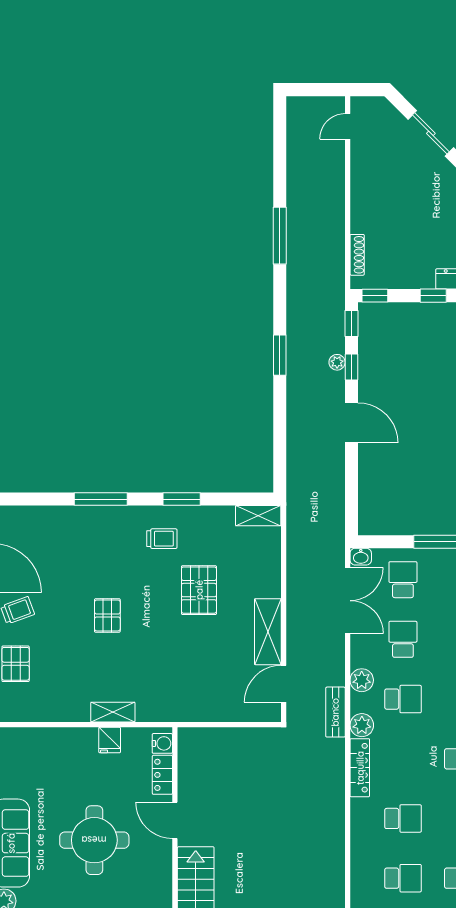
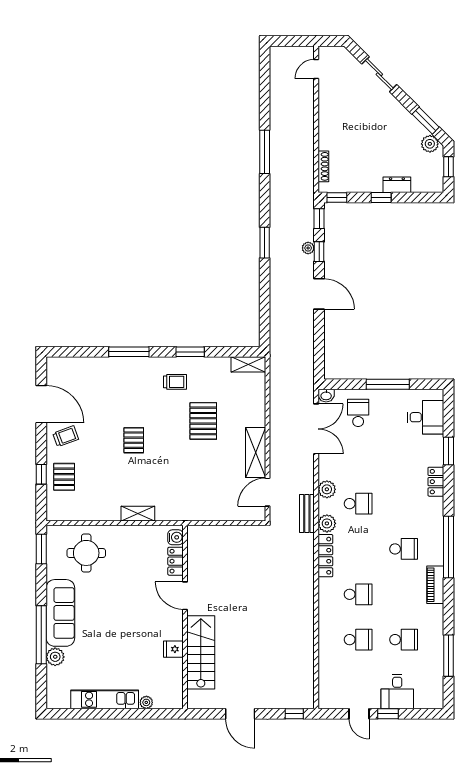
school desk: (403, 639) -> (358, 458), removed
fridge: (110, 740) -> (173, 649), moved, turned 90
round table: (94, 840) -> (86, 553), moved, width x0.73, depth x0.73

